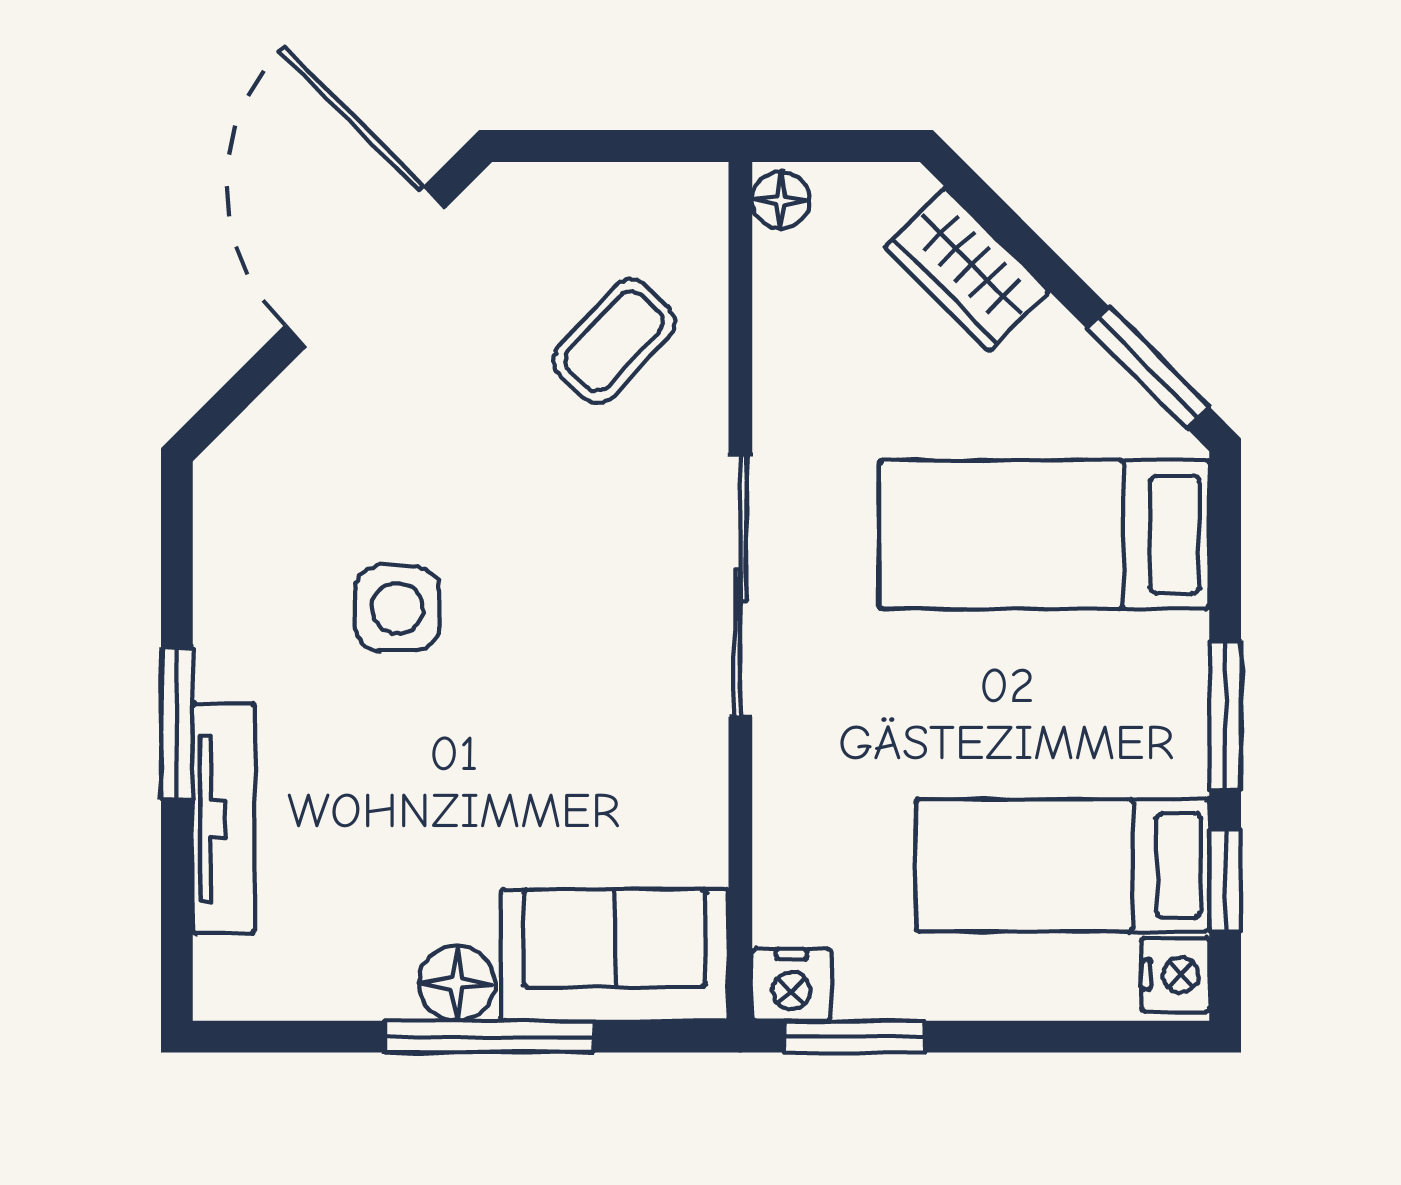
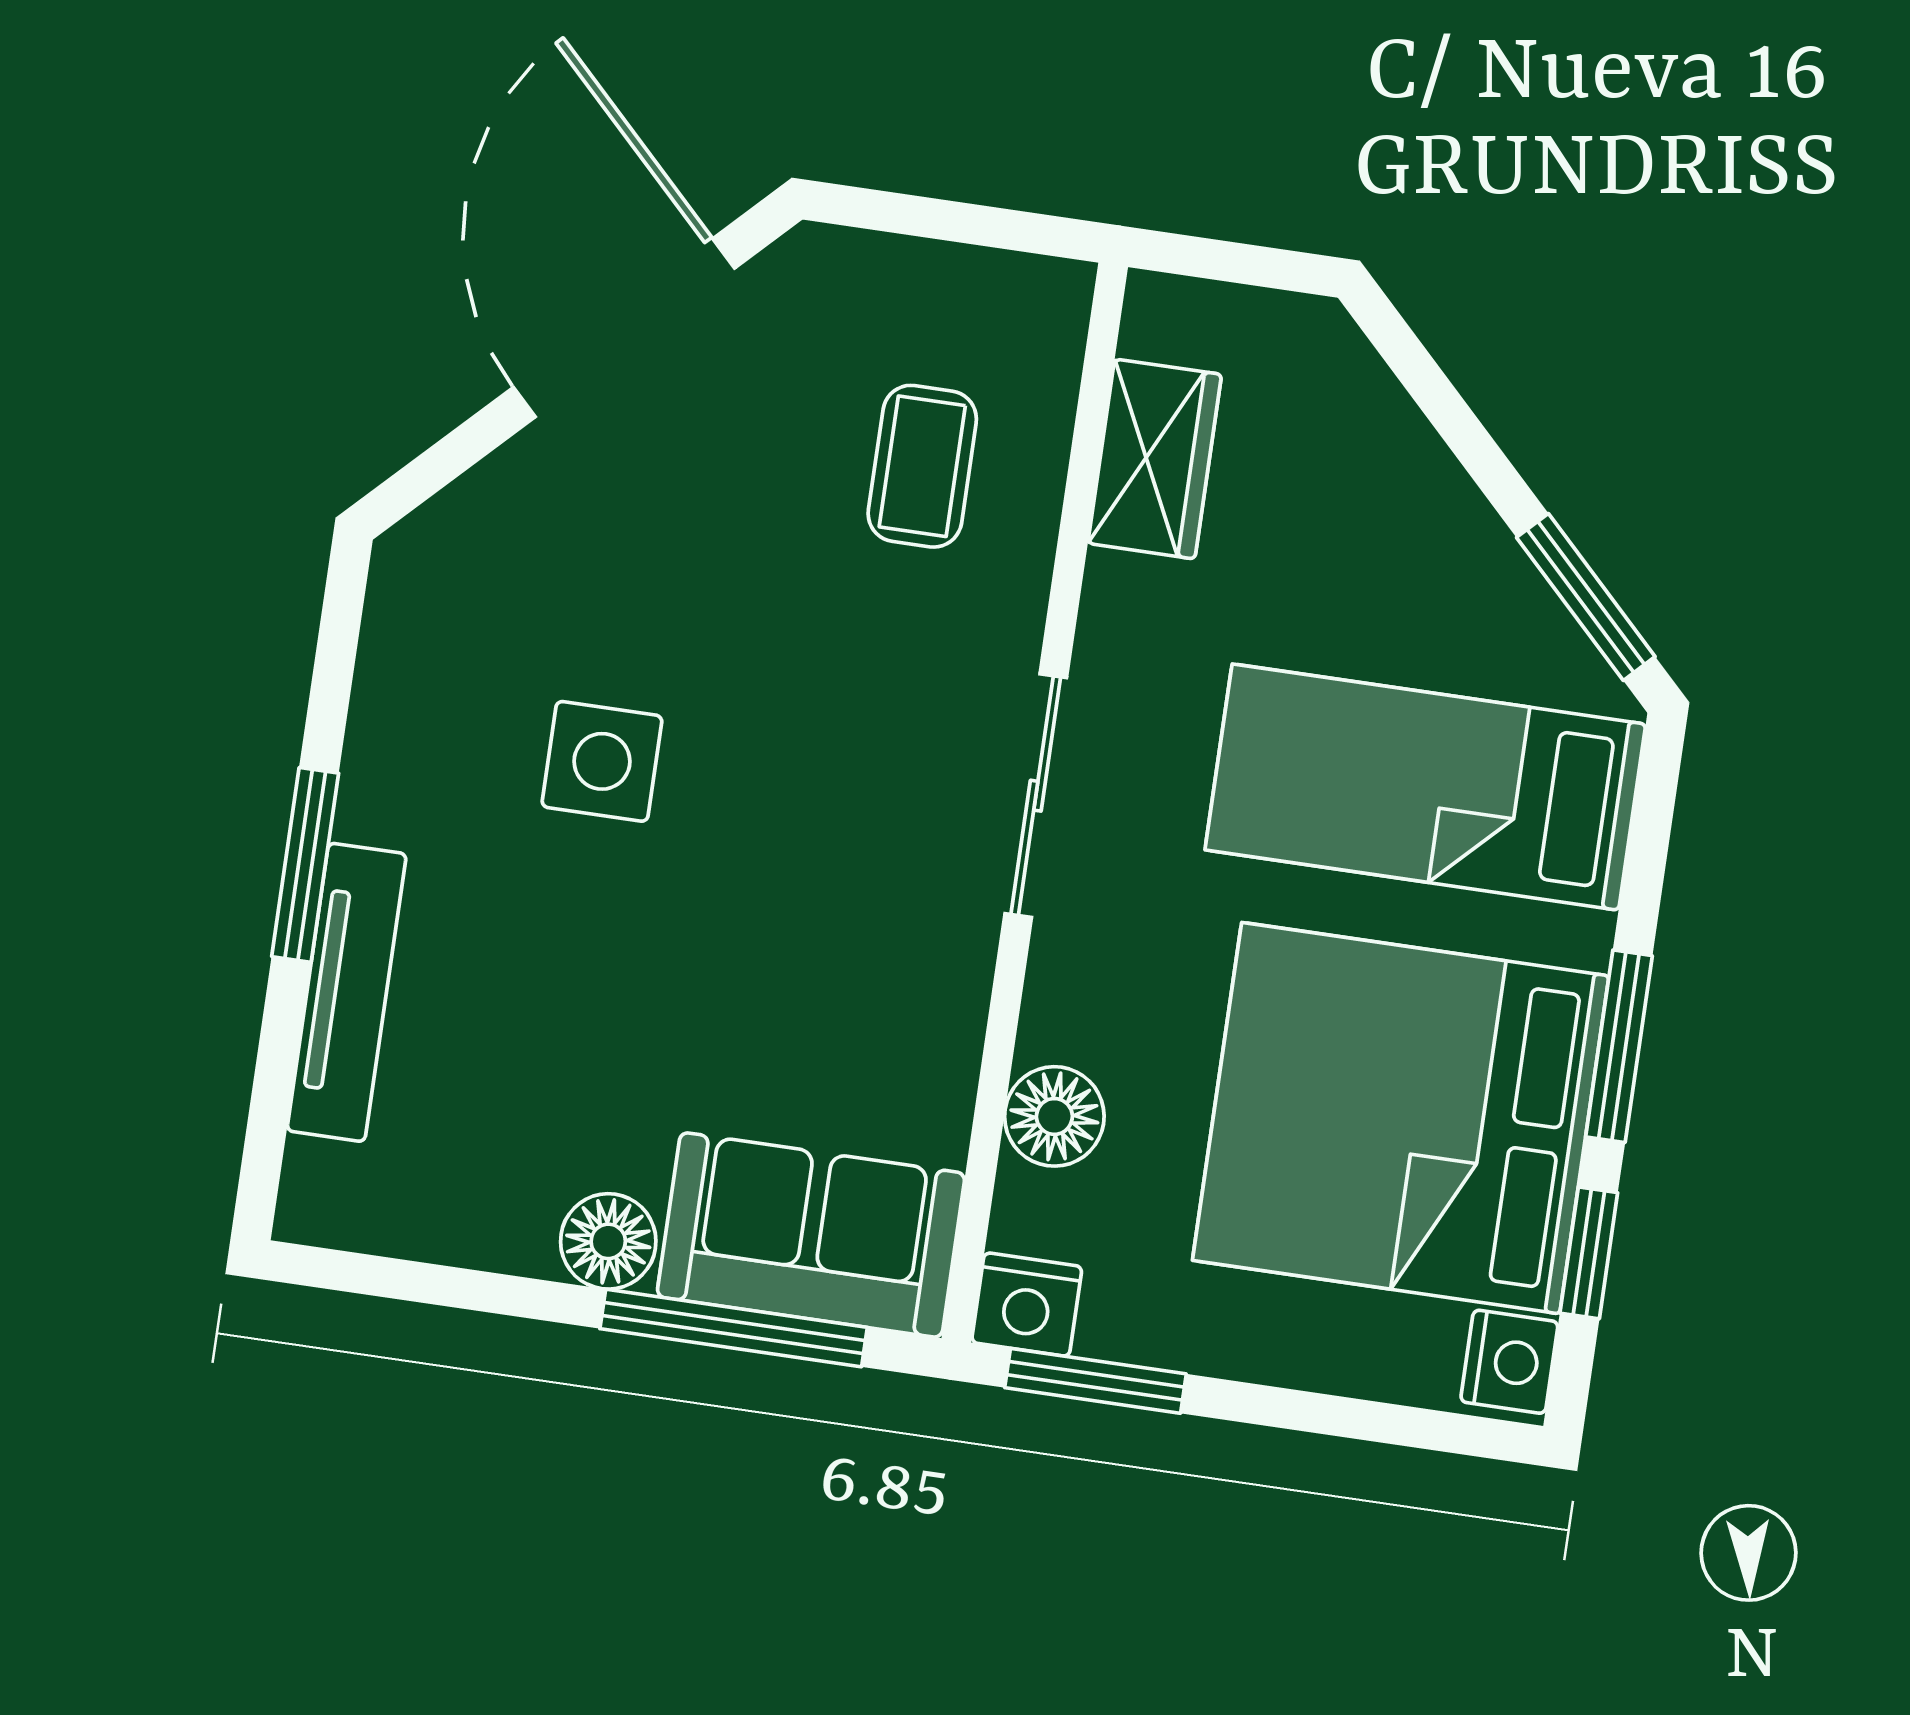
floor lamp: (781, 200) -> (1054, 1116), moved, width x1.37, depth x1.37
wardrobe: (967, 269) -> (1155, 459), moved, turned -135
coffee table: (614, 341) -> (922, 466), turned -43
sliding door: (740, 586) -> (1036, 796), width x0.73
bed: (1063, 865) -> (1401, 1118), width x2.04
window: (489, 1037) -> (734, 1328), moved

